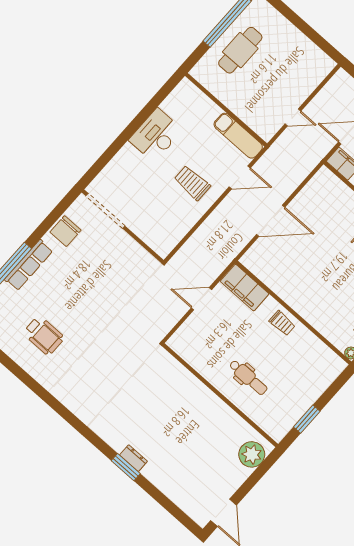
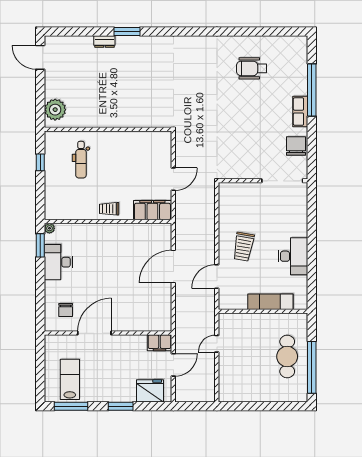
exam couch: (238, 136) -> (270, 302), moved
trolley: (192, 183) -> (243, 247), turned 100
row of seats: (29, 265) -> (300, 112), width x0.68
dental chair: (248, 377) -> (81, 160), moved, turned -90
window: (307, 419) -> (40, 162), width x0.67
dresser: (133, 458) -> (104, 42), moved

